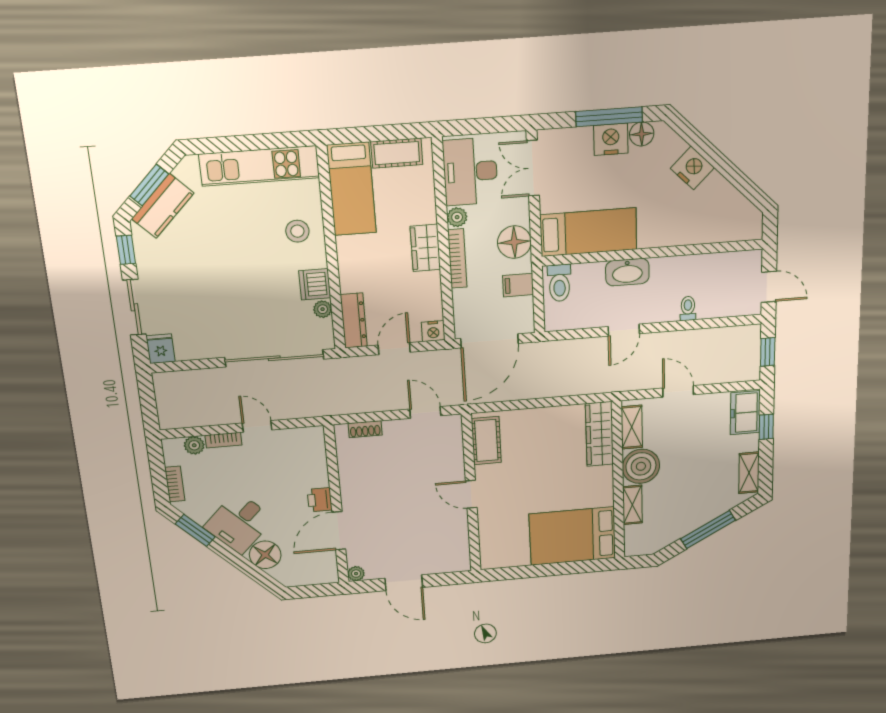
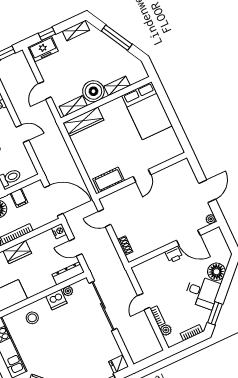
door: (425, 412) -> (104, 218), hinge flipped

